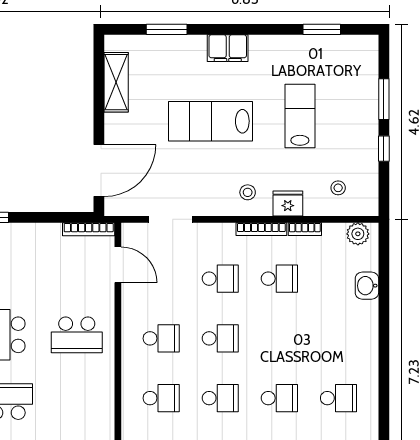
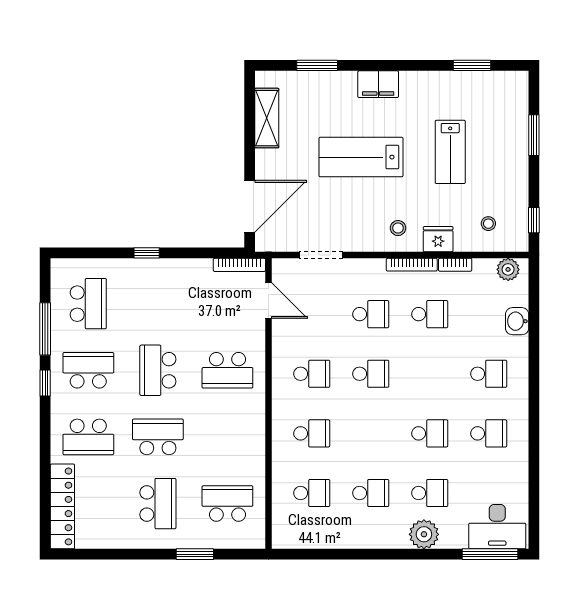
lab bench: (300, 116) -> (450, 152), turned 180
window: (384, 149) -> (534, 220), moved
school desk: (220, 398) -> (489, 374), moved

